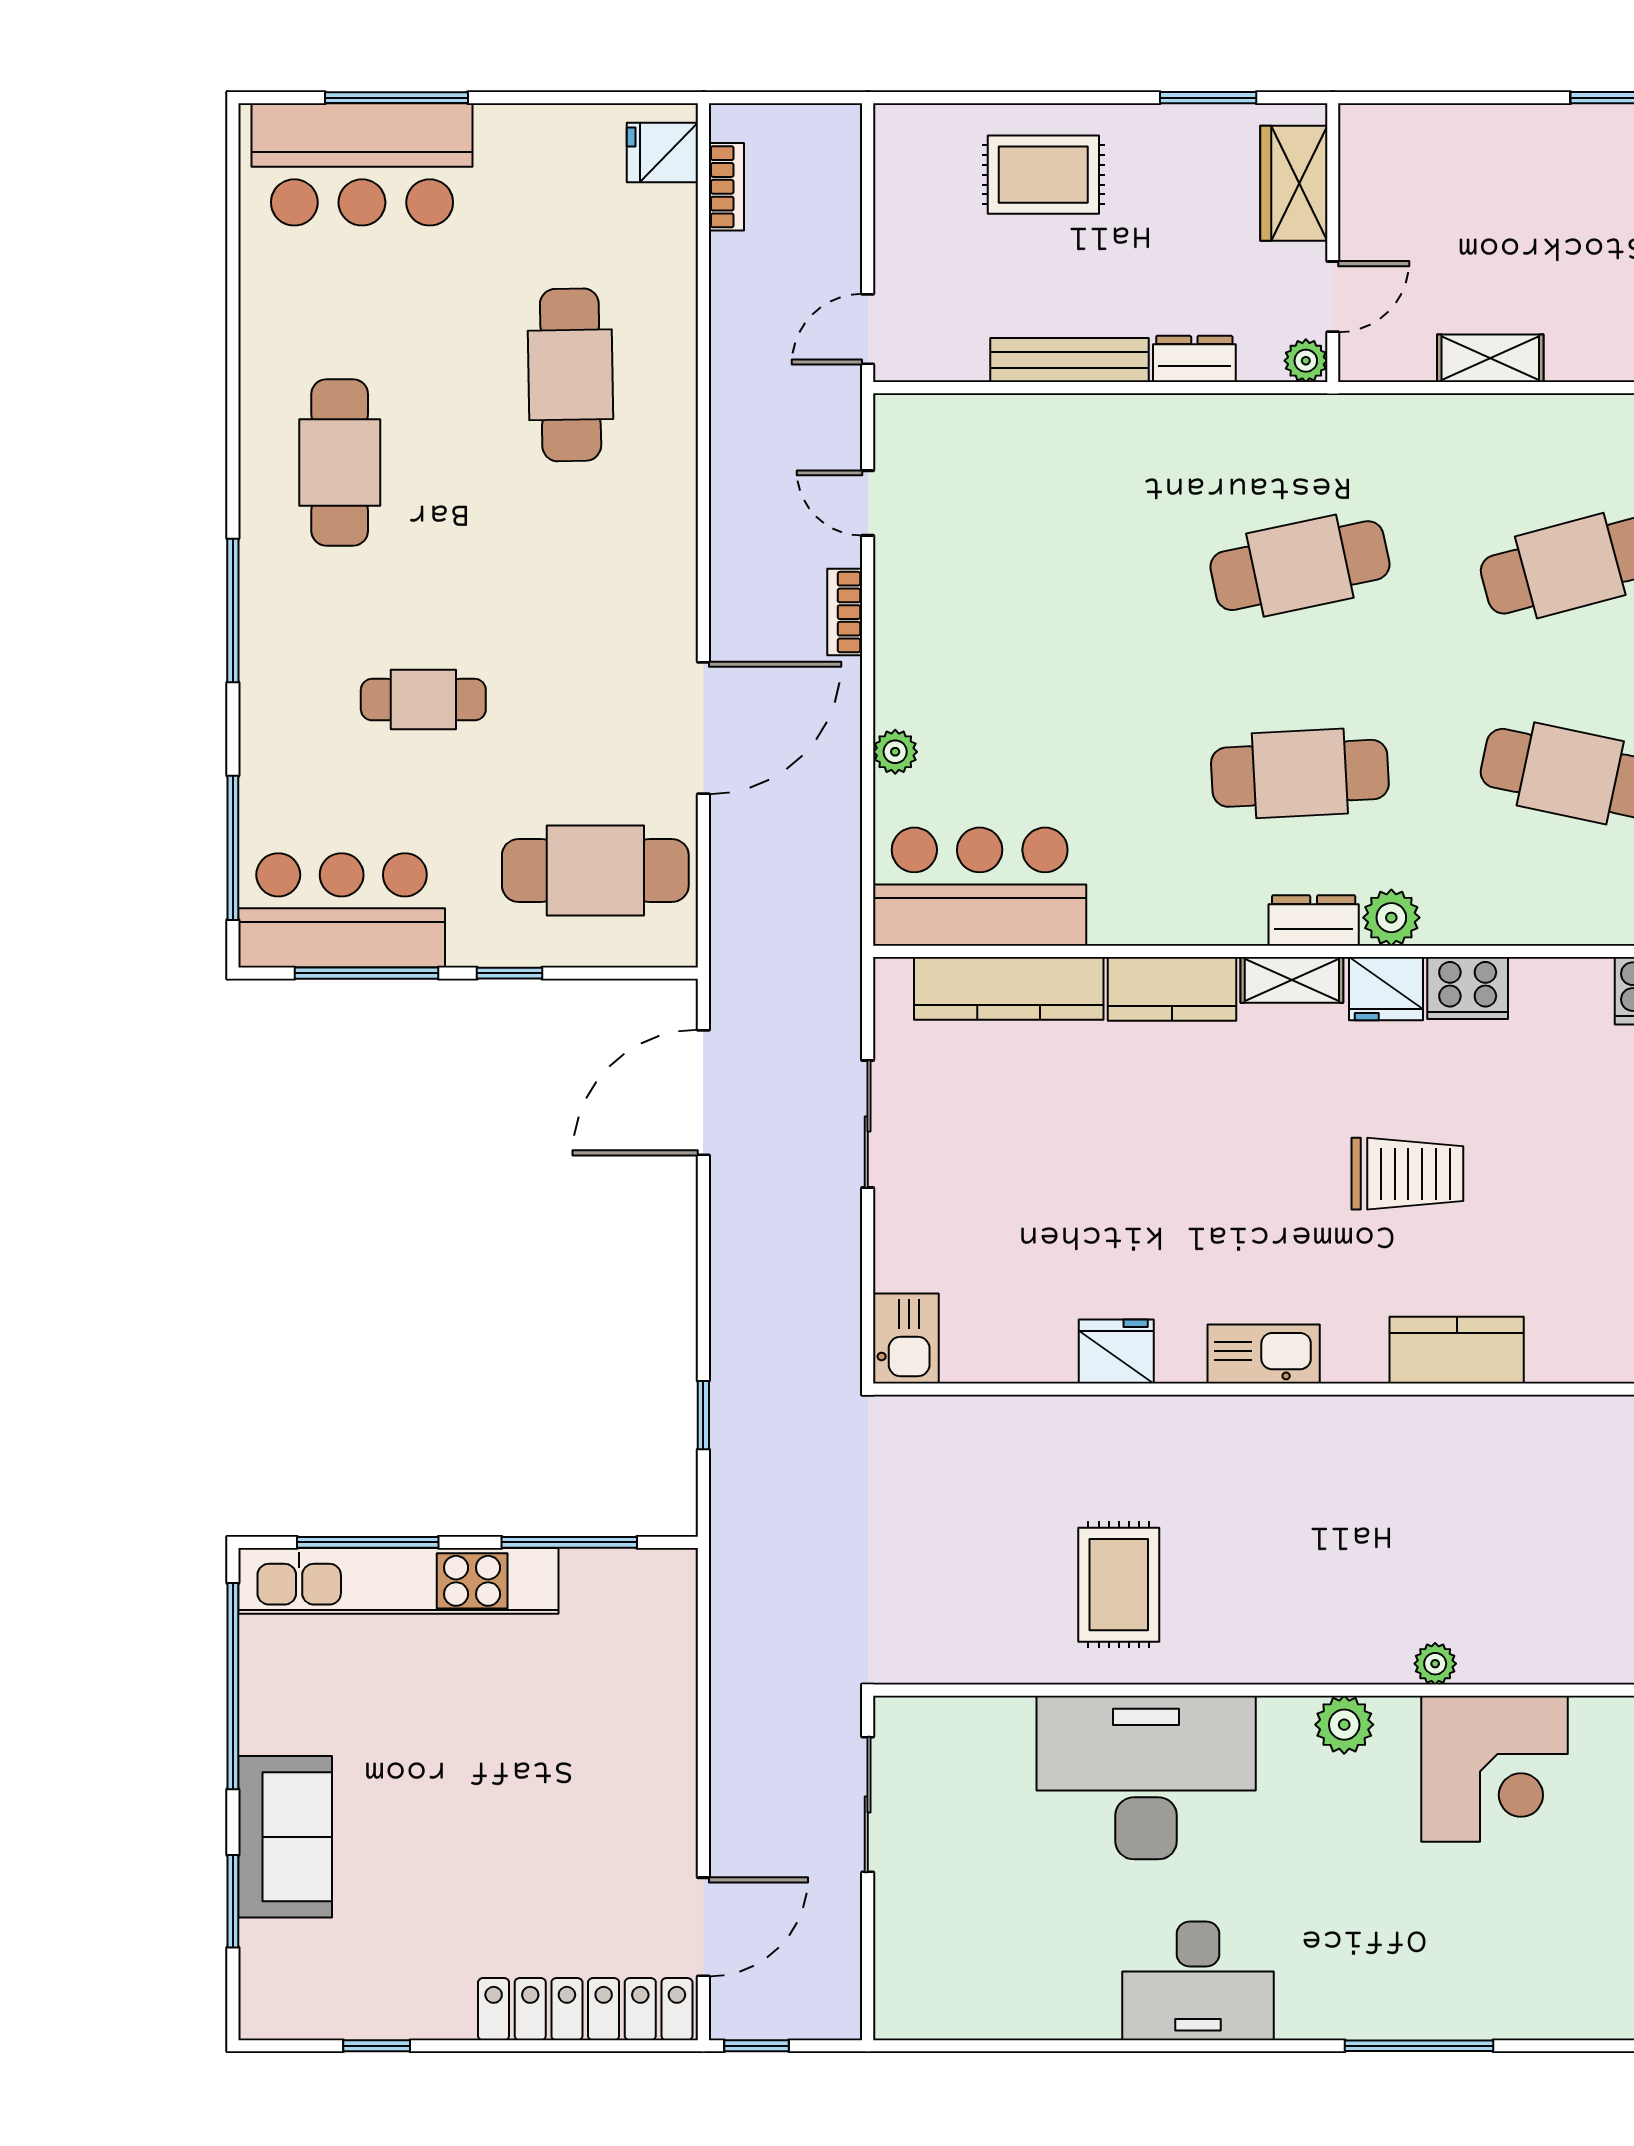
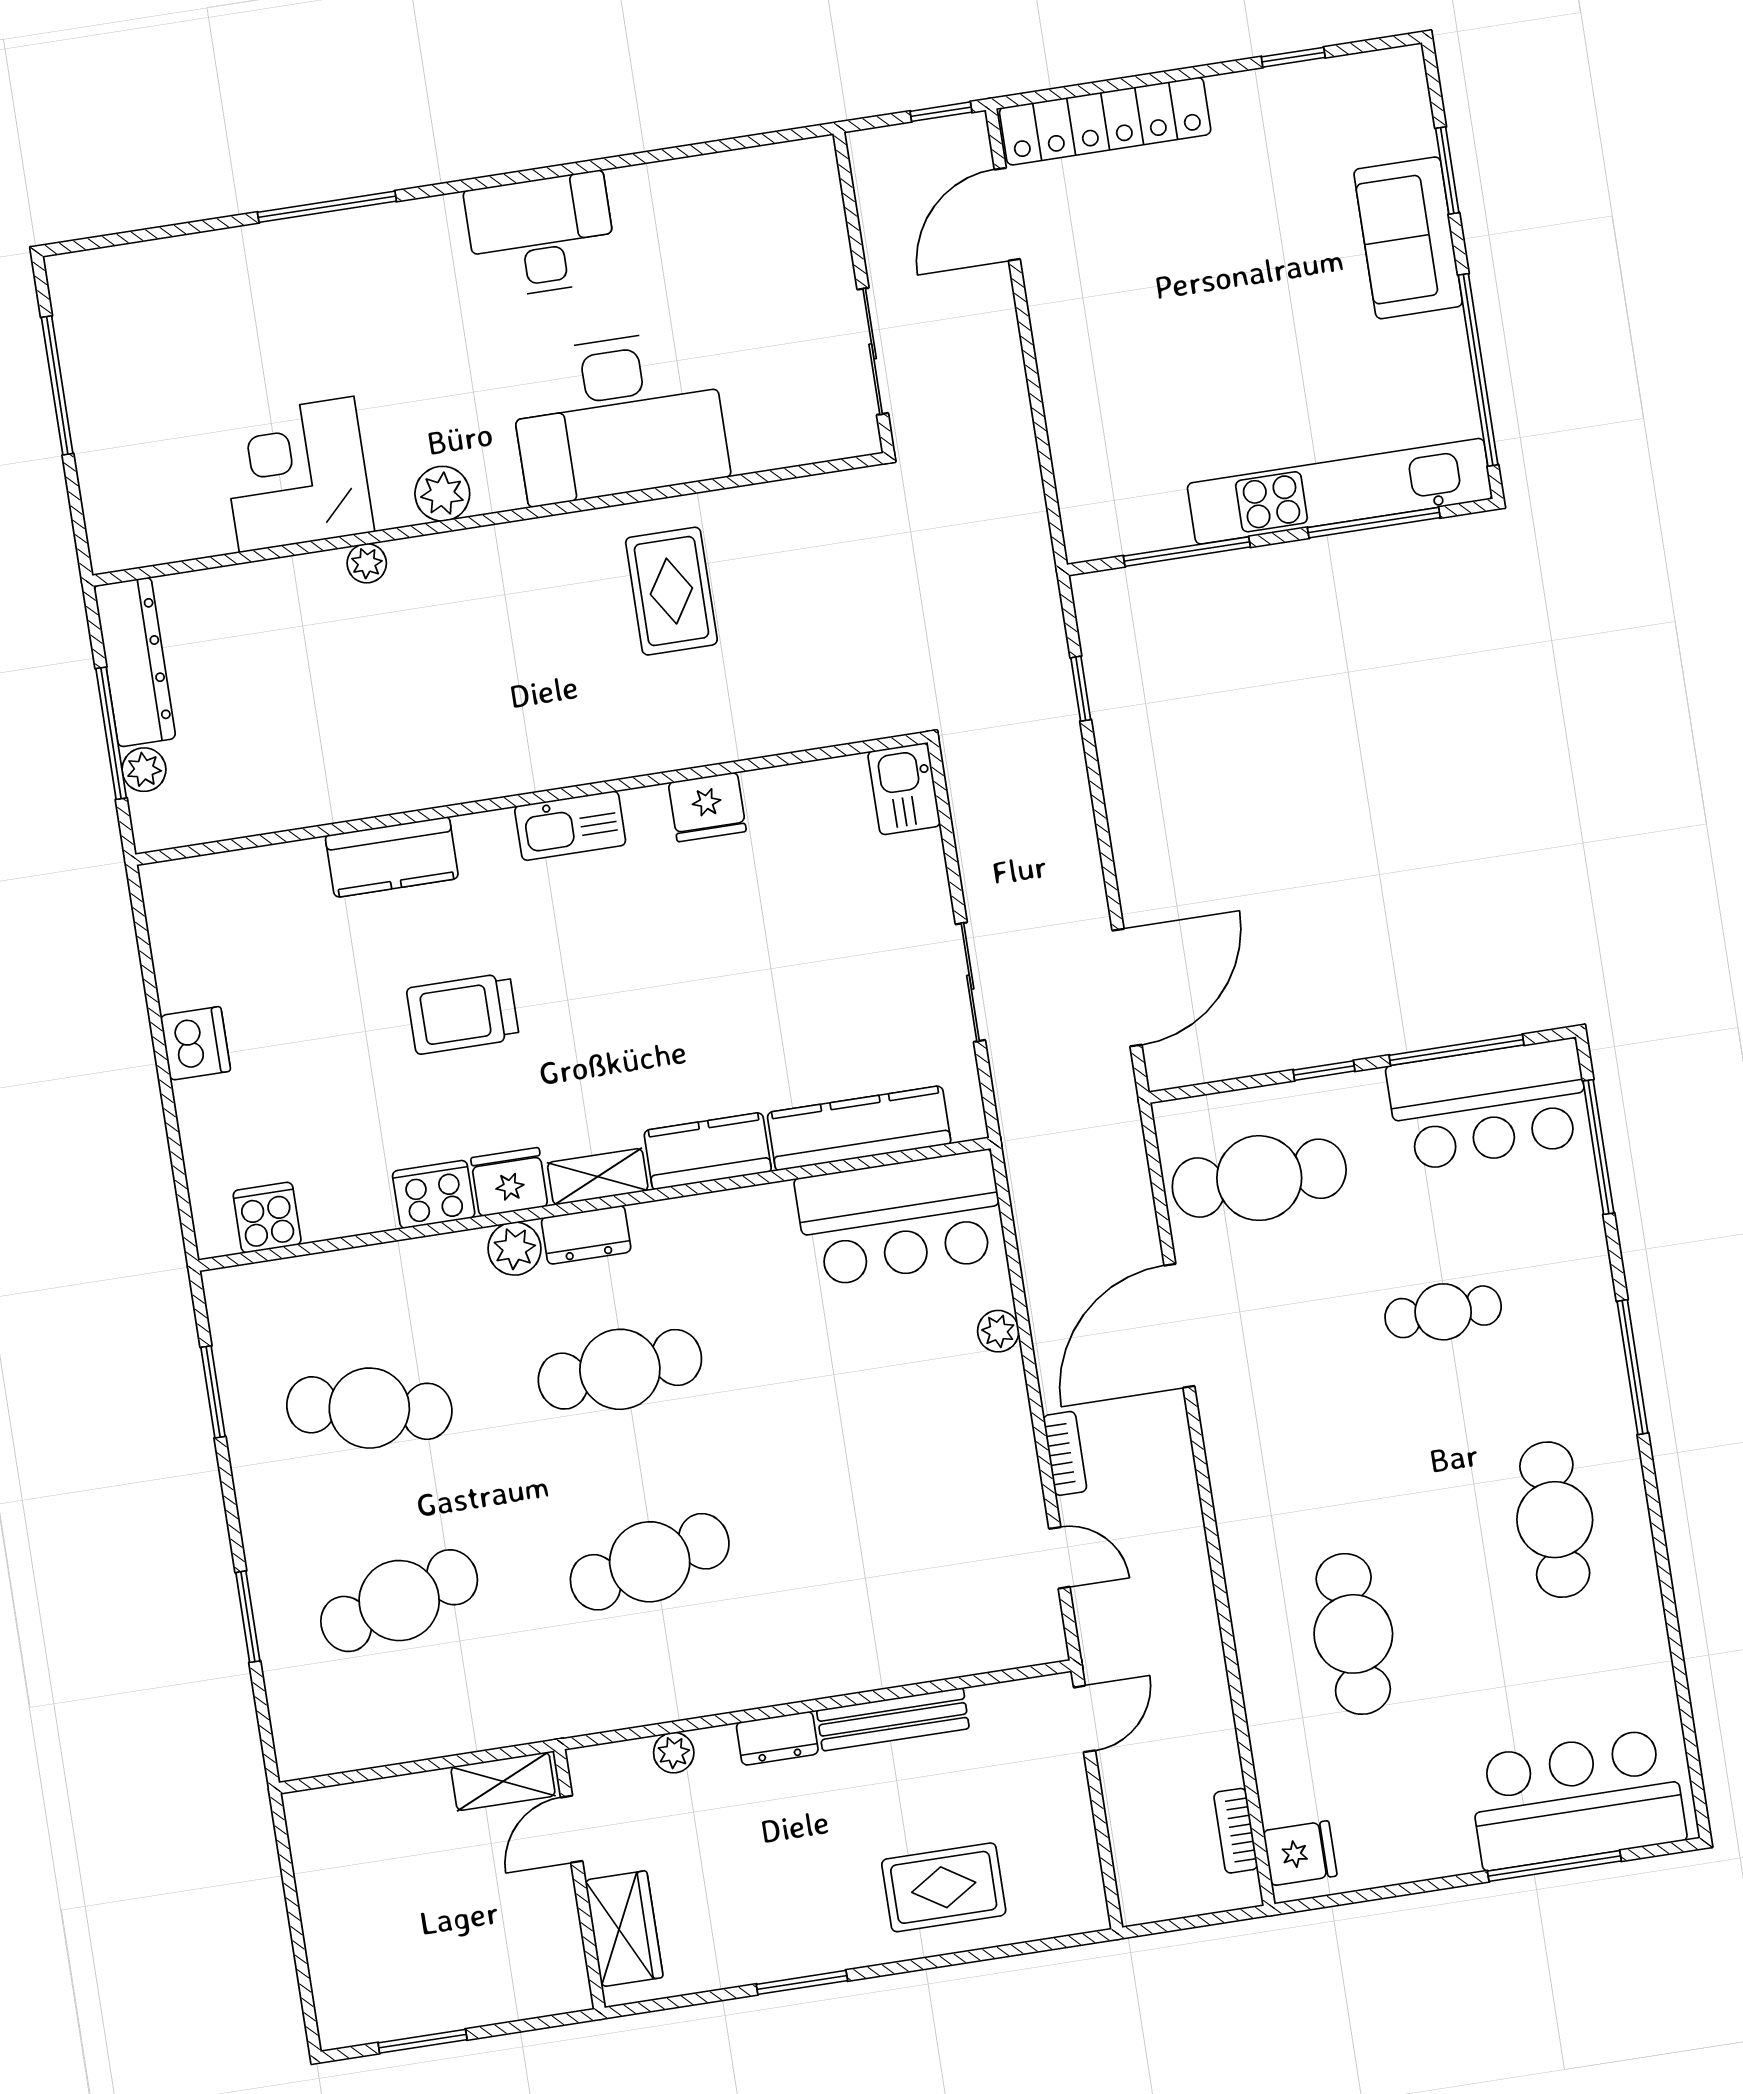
wardrobe: (1294, 183) -> (624, 1929), moved
wall: (1333, 243) -> (579, 1879), moved
door: (1333, 297) -> (572, 1829), moved

